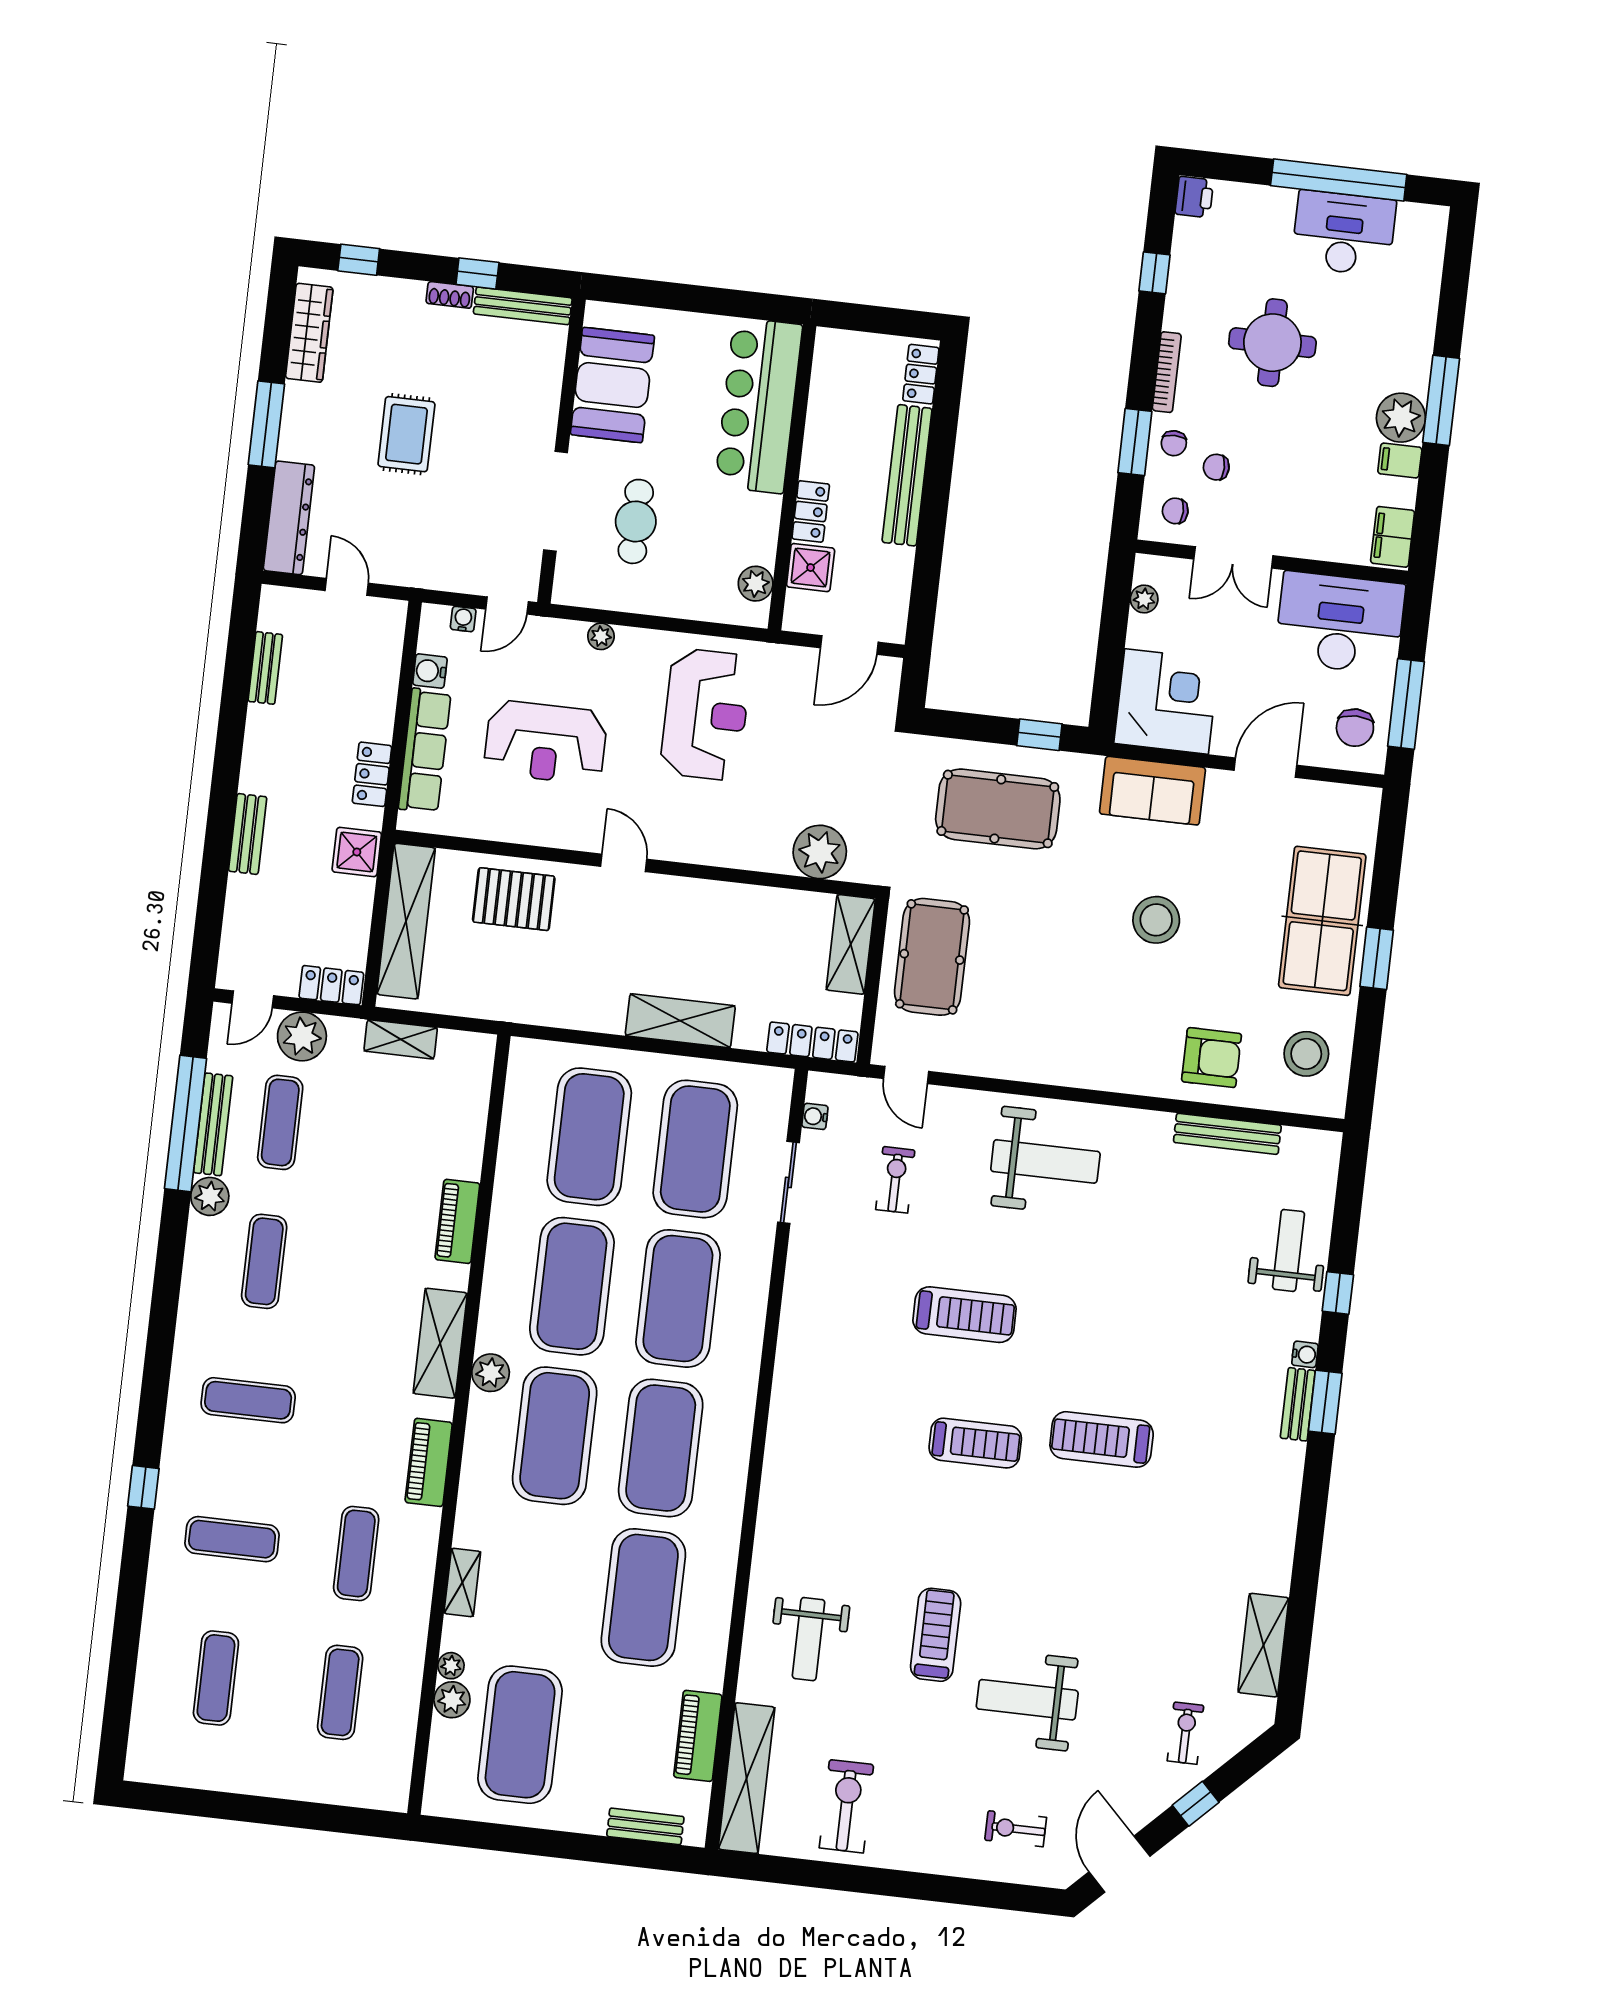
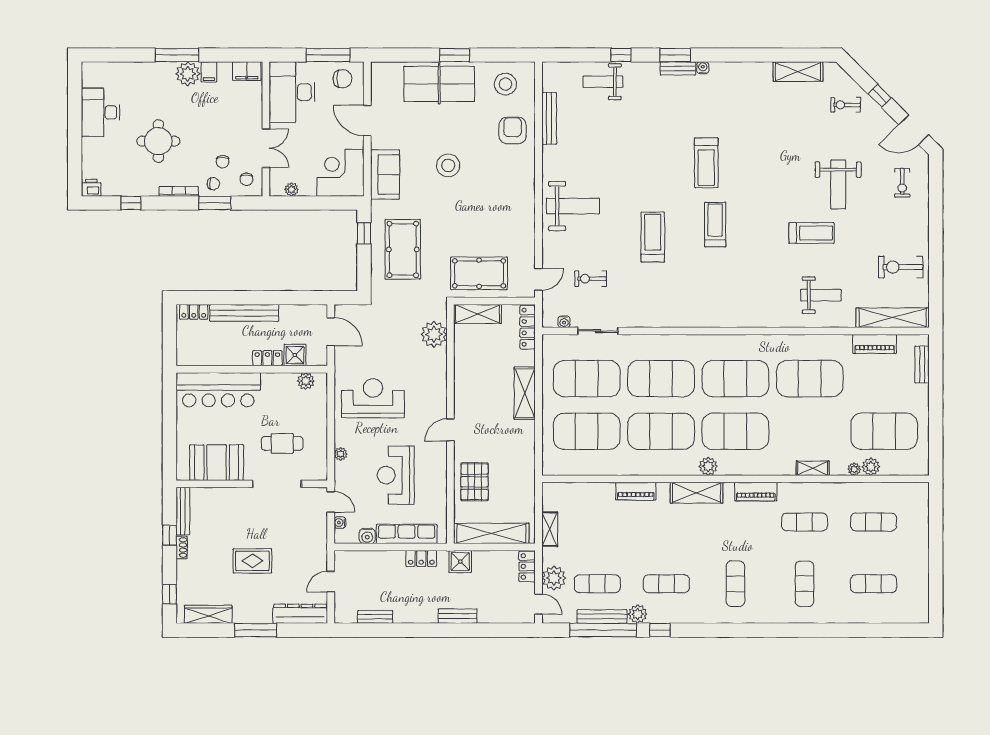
window: (1339, 180) -> (75, 118), removed
reception desk: (546, 742) -> (396, 475), turned 180
weight bench: (1045, 1161) -> (573, 206), turned 90
water cooler: (1305, 1354) -> (703, 68), moved
window: (143, 1487) -> (660, 630), moved
treadmill: (936, 1635) -> (812, 233), turned 180

